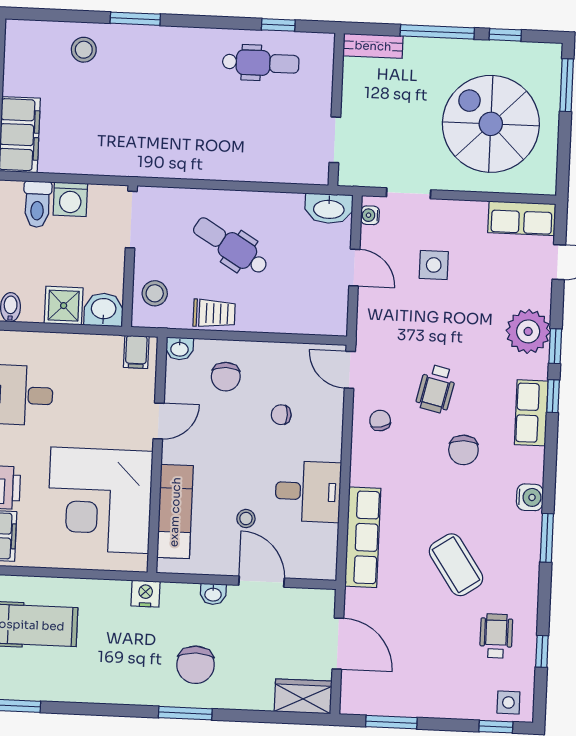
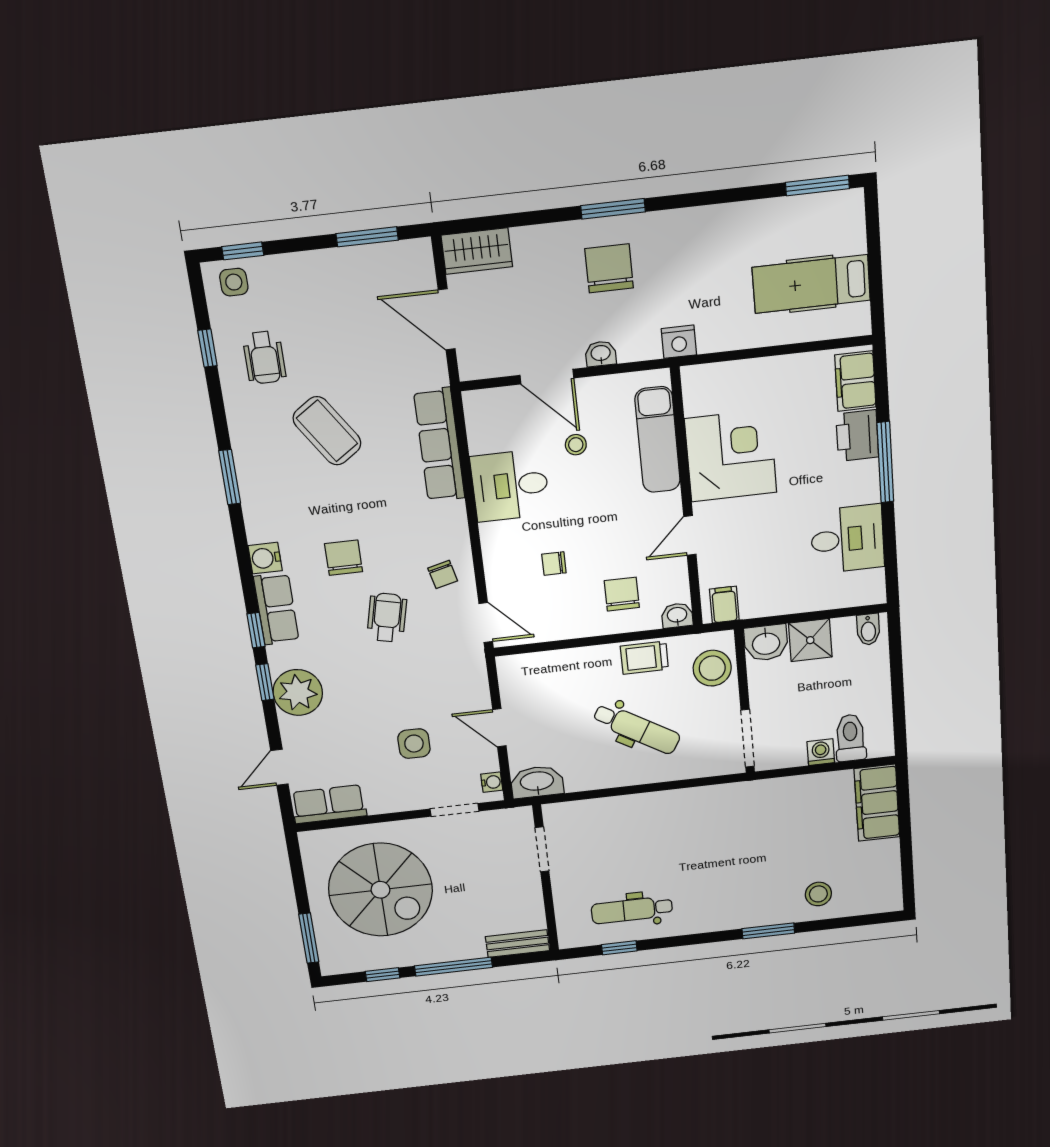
washing machine: (70, 199) -> (821, 752), width x0.73, depth x0.73
stool: (155, 293) -> (712, 668), width x1.38, depth x1.38
chair: (281, 415) -> (554, 563), turned 180
water cooler: (530, 497) -> (265, 558), moved
corner desk: (100, 500) -> (731, 456), width x0.74, depth x0.74

